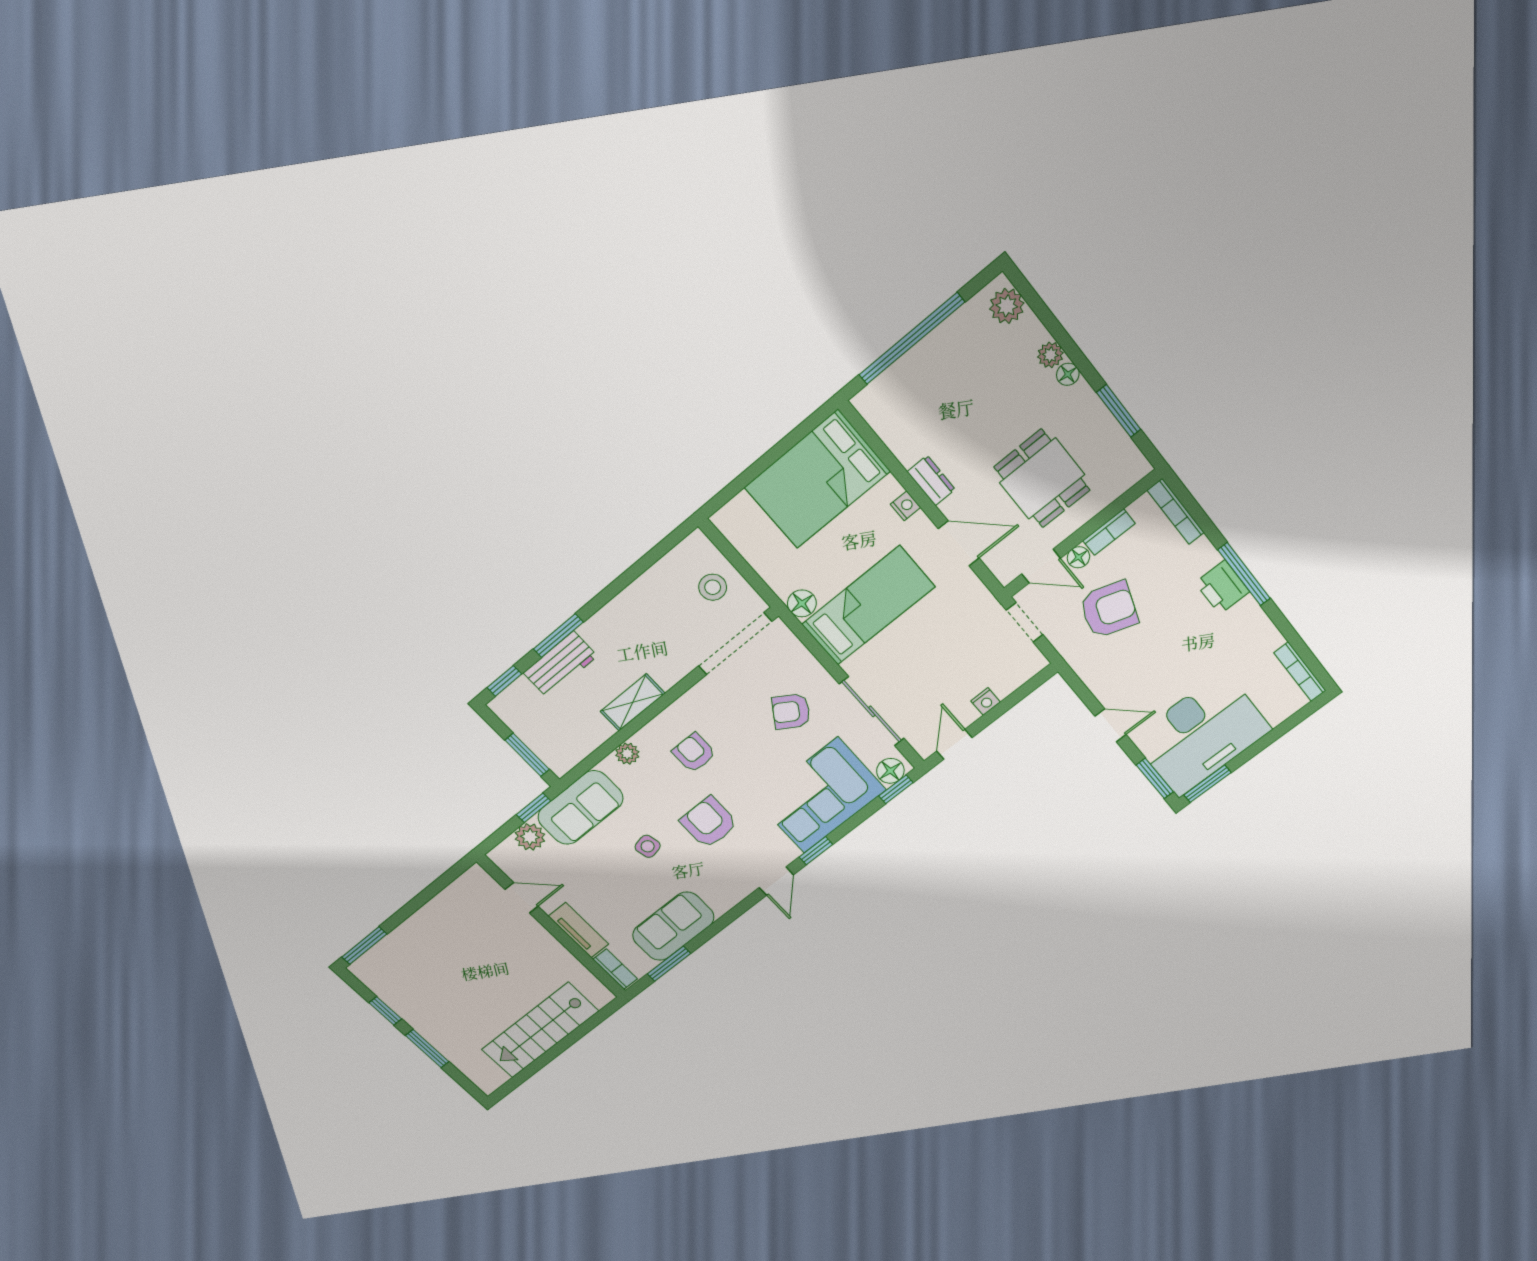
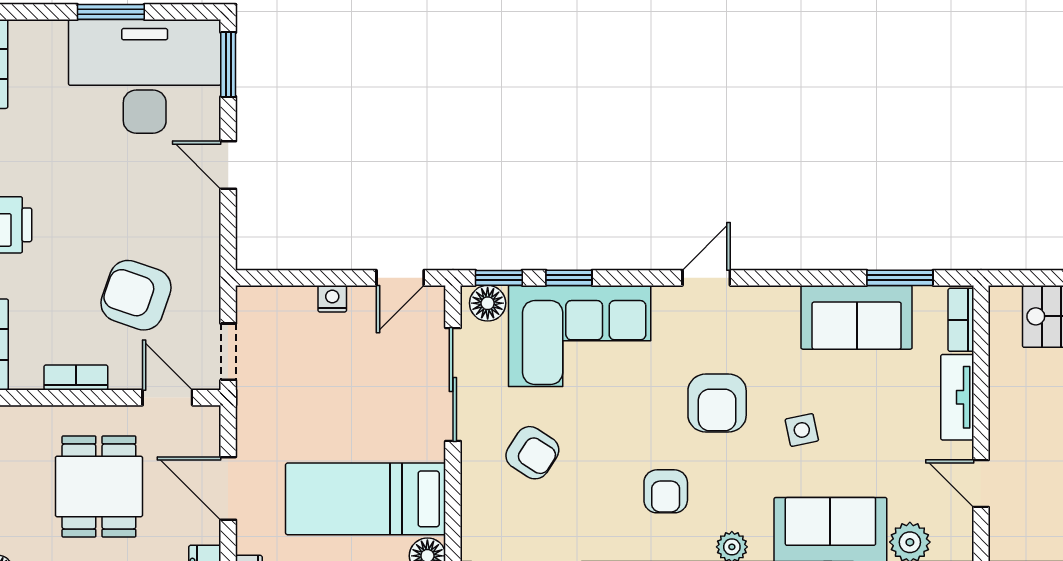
floor lamp: (1078, 557) -> (124, 376), removed
window: (1207, 784) -> (111, 12), moved
window: (816, 851) -> (569, 278), moved

